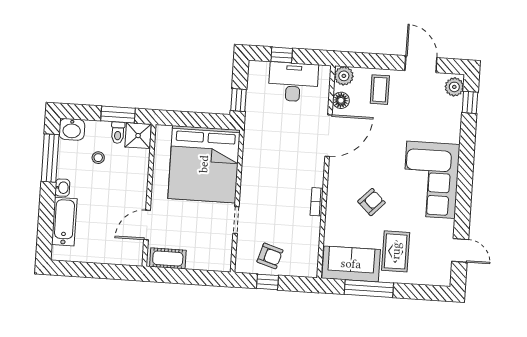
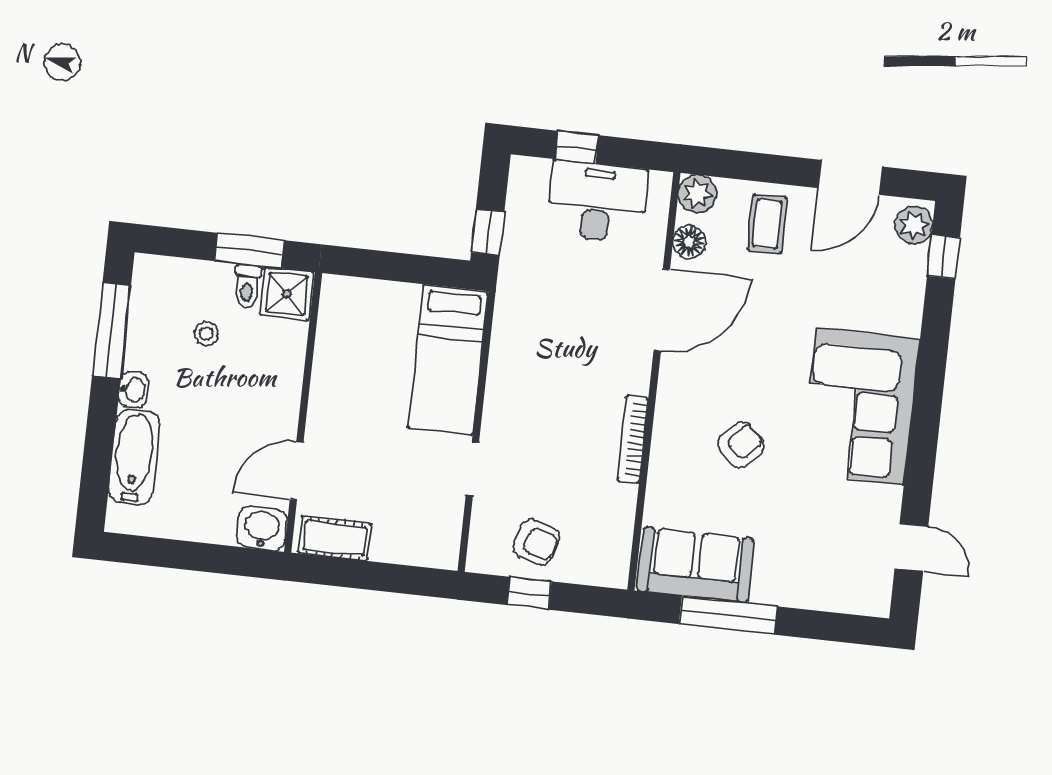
door: (421, 64) -> (850, 177), swing flipped
washbasin: (72, 129) -> (262, 528), moved, turned 180
bed: (204, 164) -> (448, 360), width x0.49
bookcase: (317, 202) -> (633, 439), width x1.56
rug: (396, 251) -> (784, 544), removed

